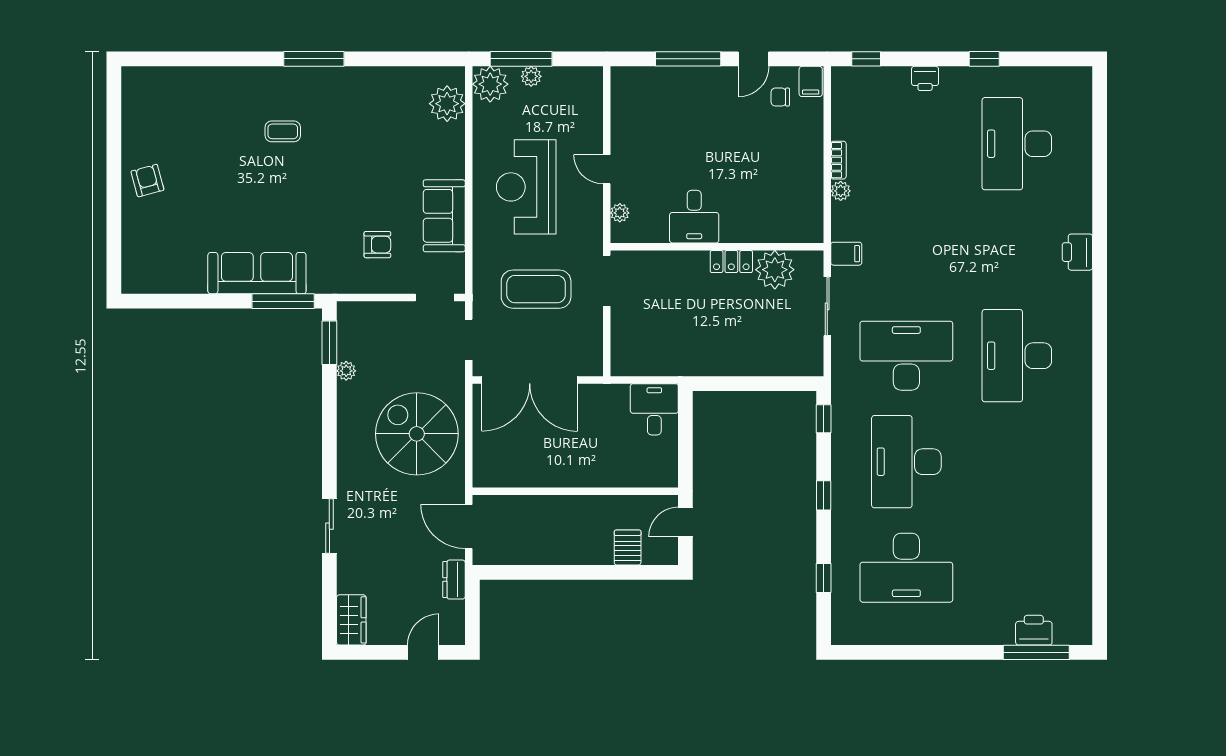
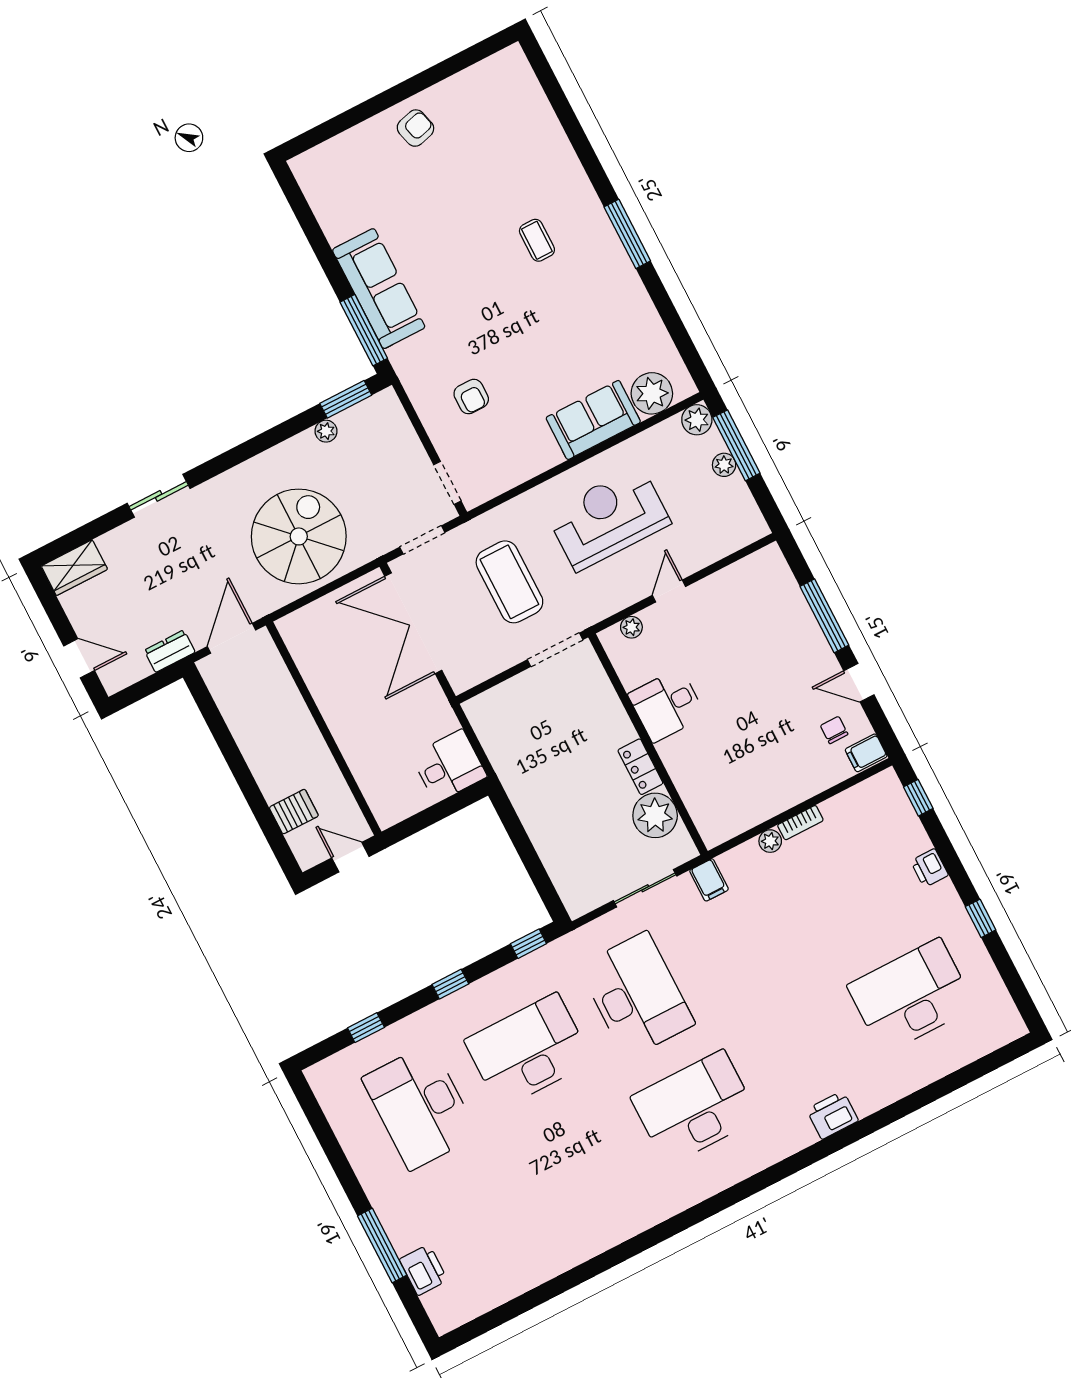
plant: (490, 84) -> (697, 420), width x0.73, depth x0.73
sofa: (444, 216) -> (593, 420), moved
window: (1036, 652) -> (382, 1245), moved

